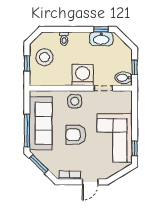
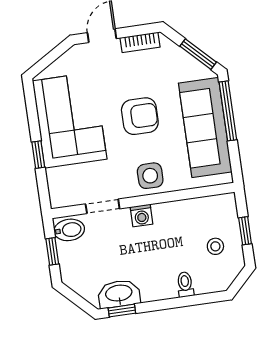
stool: (44, 57) -> (215, 246), width x0.53, depth x0.53
washing machine: (83, 75) -> (142, 215), width x0.53, depth x0.53
window: (135, 148) -> (38, 155), moved

